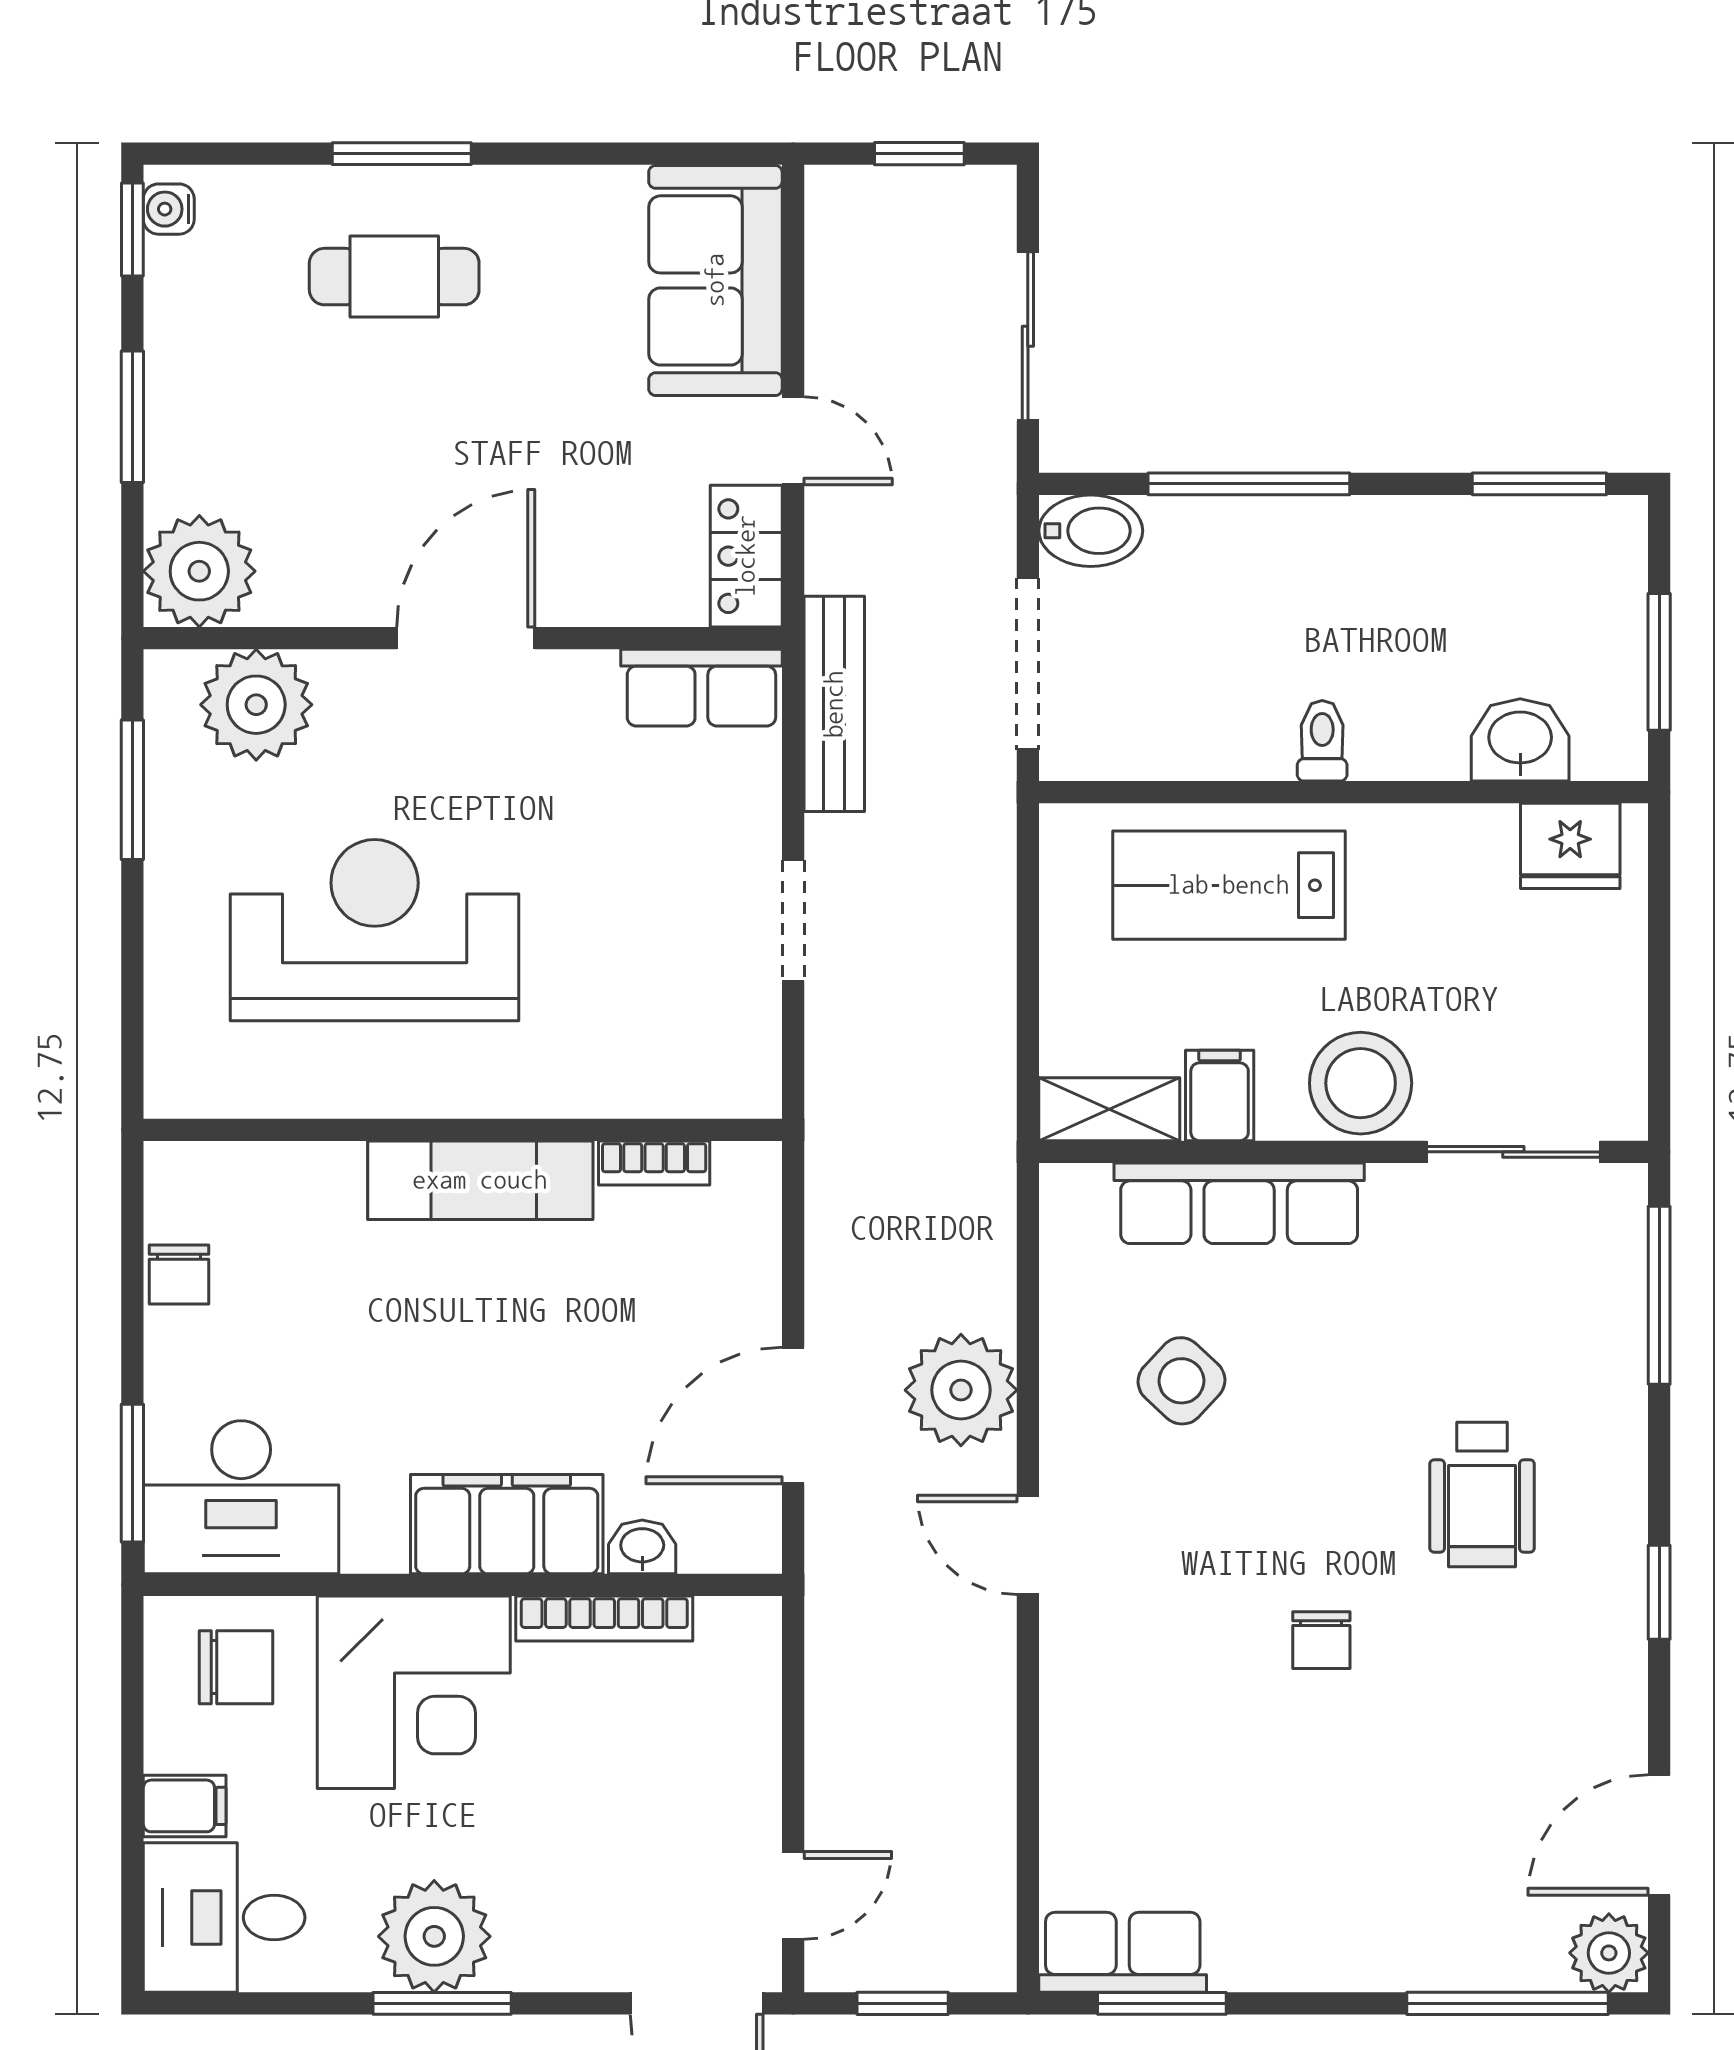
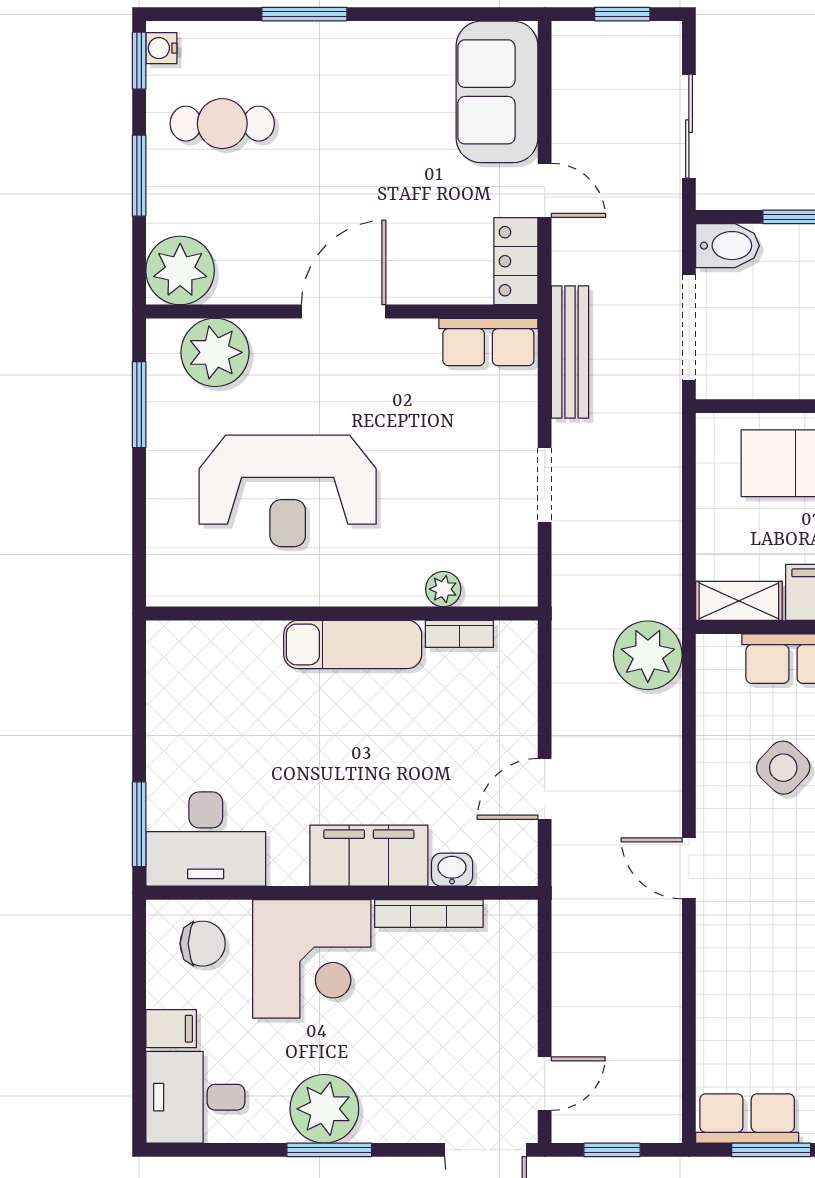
cafe table: (394, 277) -> (222, 124), moved
reception desk: (375, 930) -> (288, 491), turned 180
plant: (628, 1090) -> (443, 589), added
chair: (179, 1274) -> (168, 702), removed
plant: (961, 1390) -> (648, 655), moved
door: (793, 1415) -> (545, 789), width x0.73

